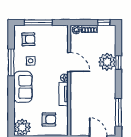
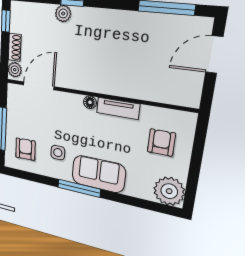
window: (11, 62) -> (79, 188), moved
door: (69, 62) -> (39, 86), moved
plant: (107, 62) -> (63, 14), width x0.53, depth x0.53

